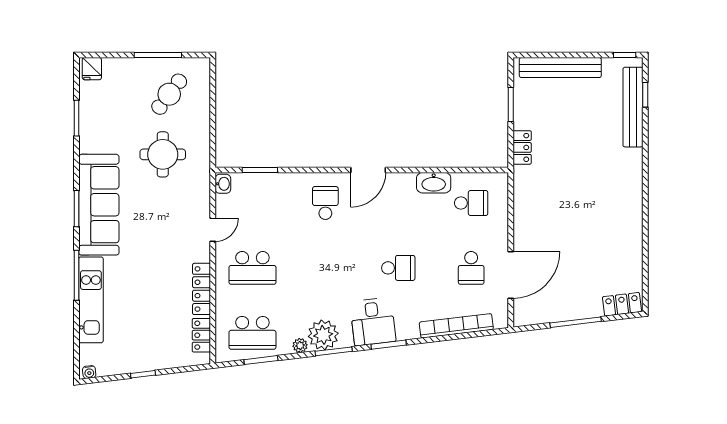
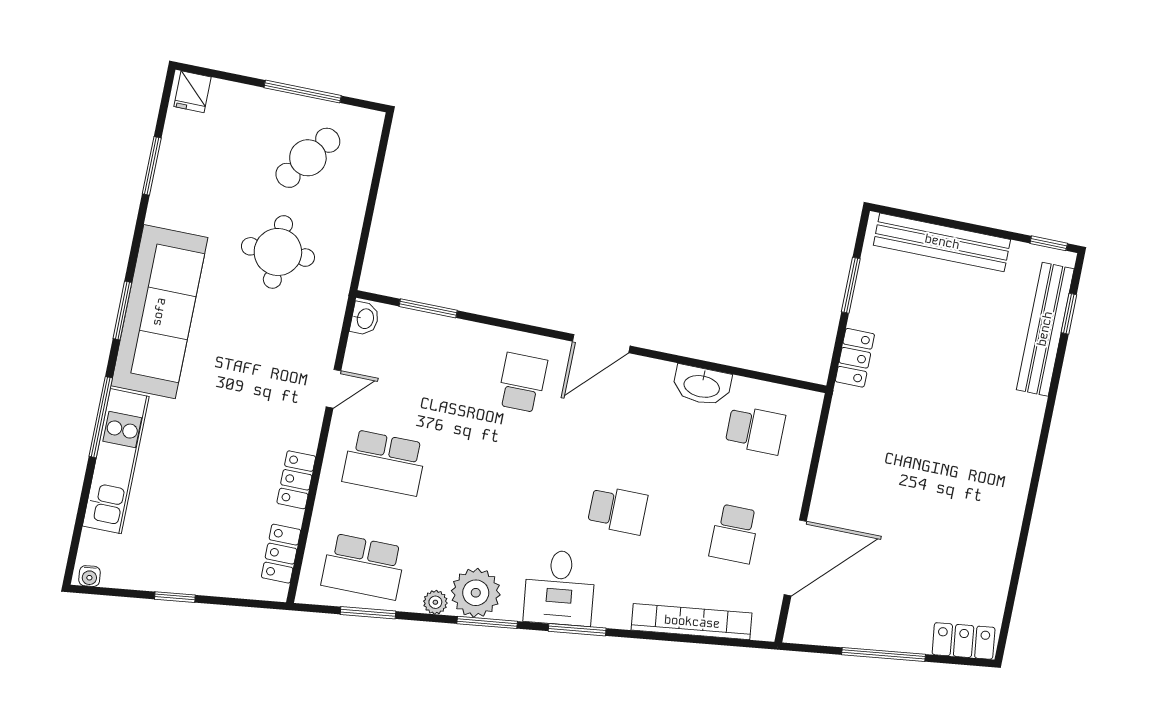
locker: (202, 289) -> (296, 480), width x0.66

